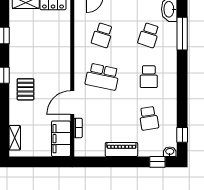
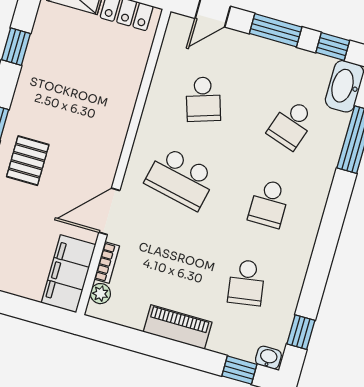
school desk: (102, 35) -> (203, 99), turned -36
plant: (79, 144) -> (100, 294), added

